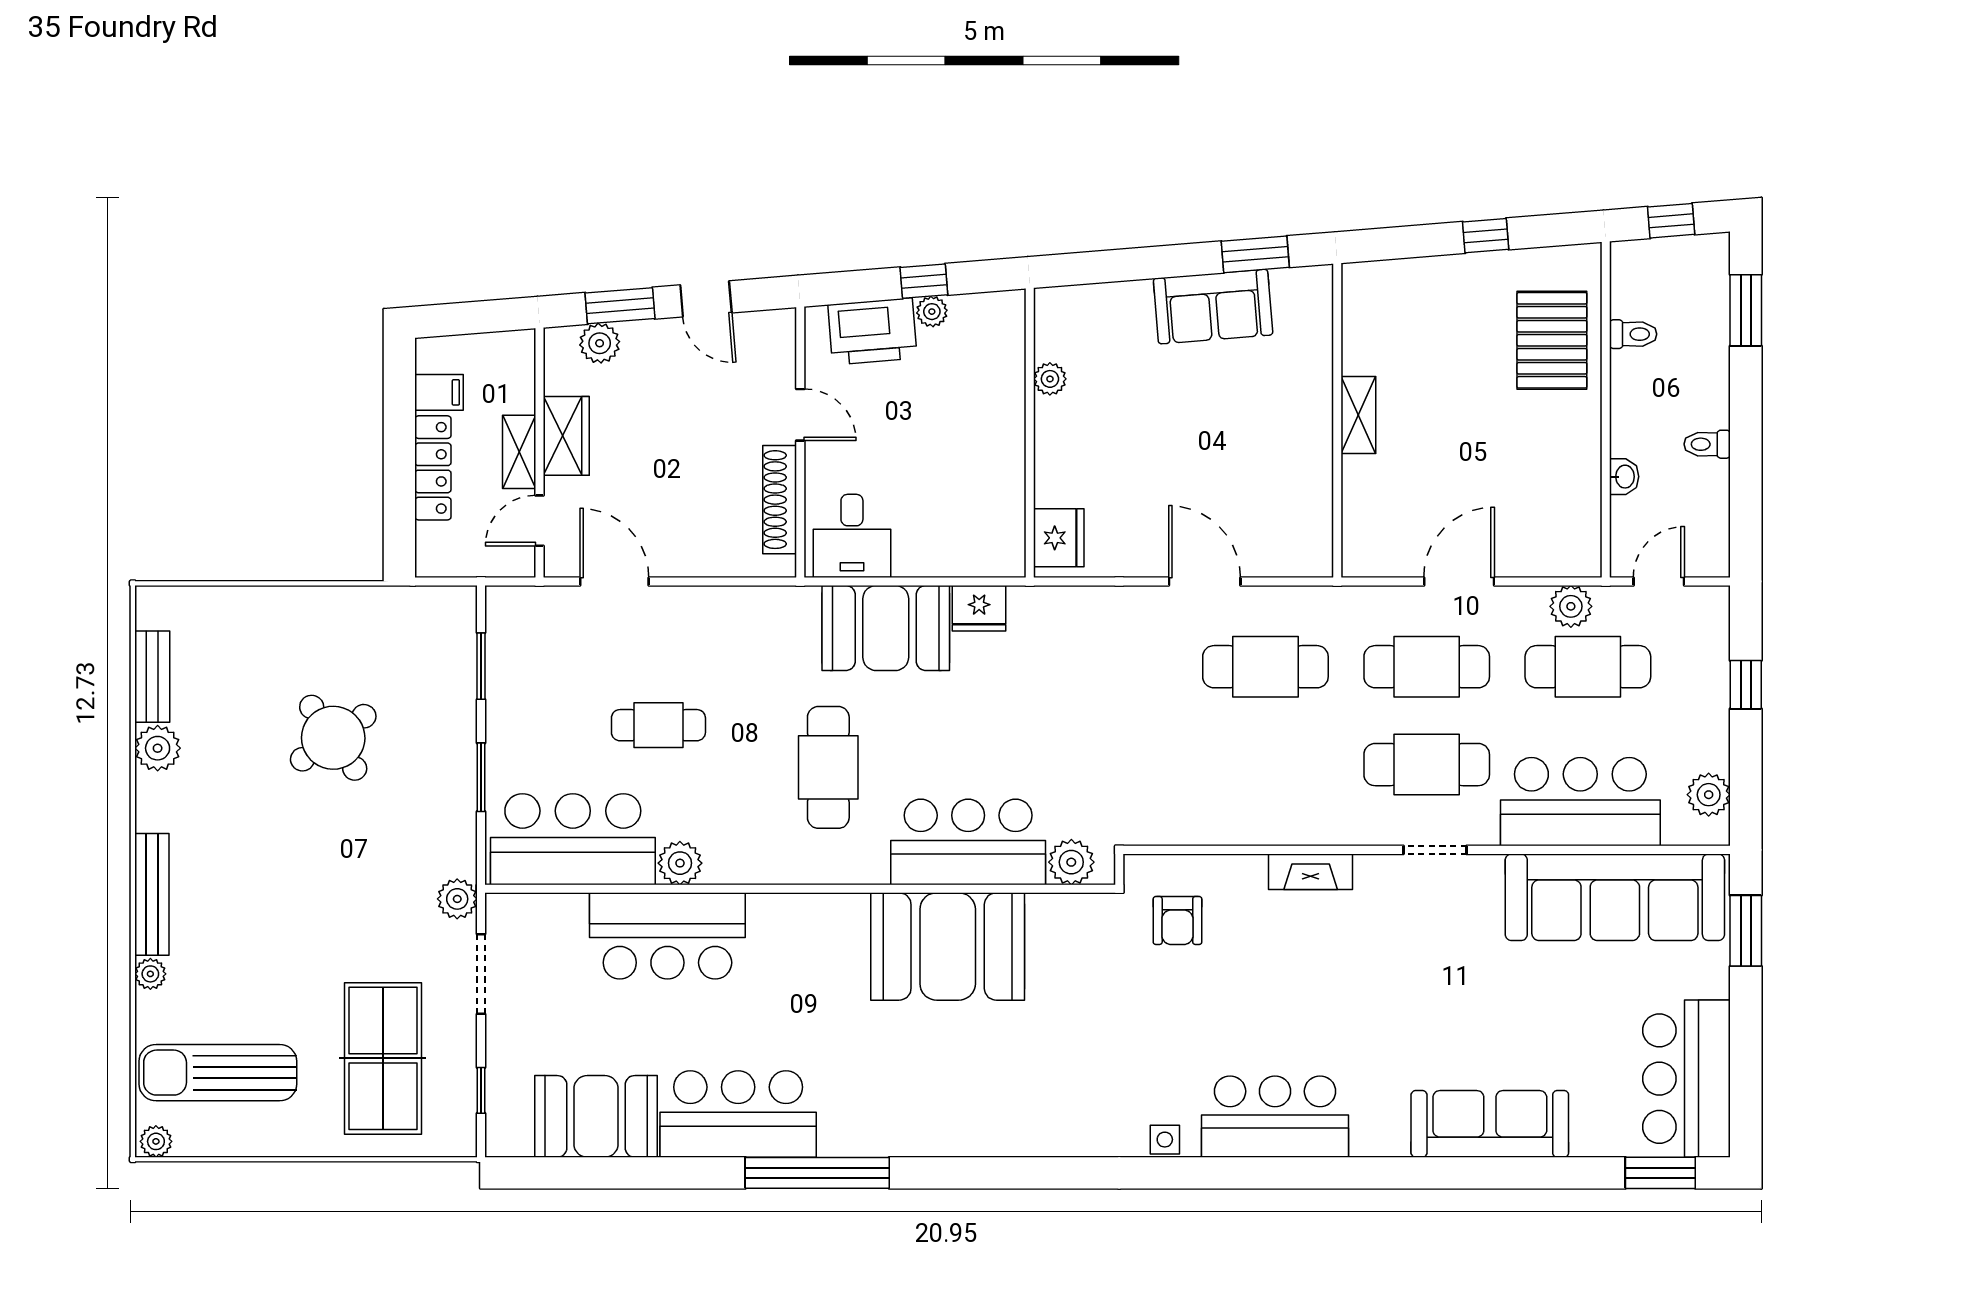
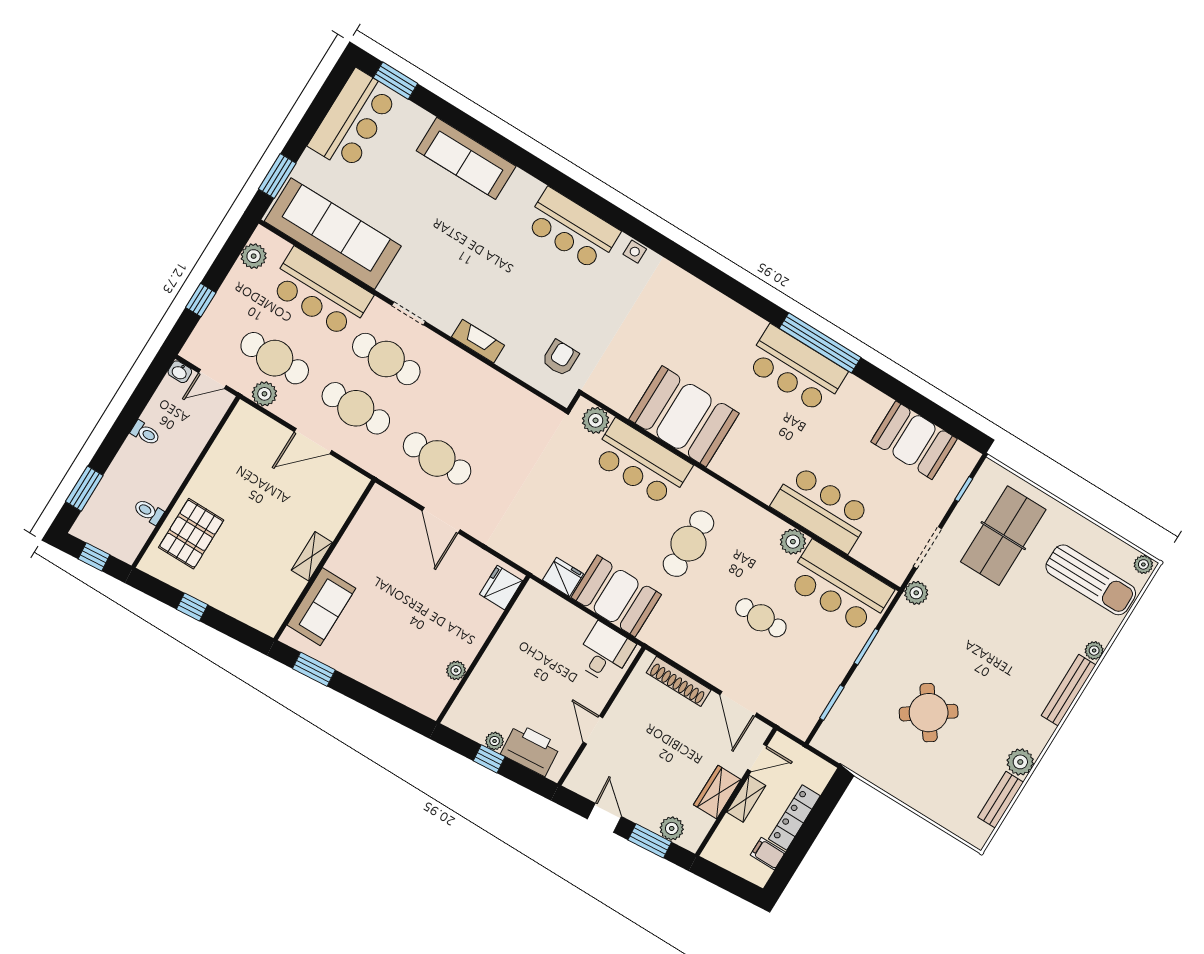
sofa: (1213, 307) -> (321, 607), moved, turned 95
washbasin: (1624, 477) -> (180, 372), moved, turned -90
shoe rack: (780, 500) -> (679, 681), moved, turned 90
bar counter: (738, 1114) -> (796, 369), moved

